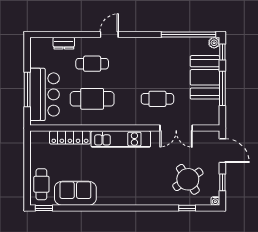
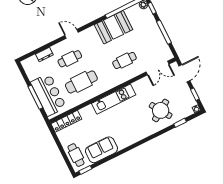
door: (109, 34) -> (71, 34), hinge flipped
booth: (205, 77) -> (114, 27), moved, turned 90
double door: (176, 128) -> (158, 68), moved
locker: (70, 137) -> (66, 121), moved
door: (222, 151) -> (184, 73), hinge flipped
round table: (188, 179) -> (161, 110), moved

